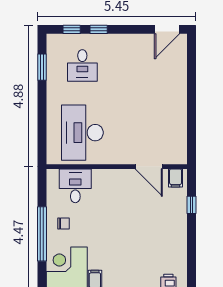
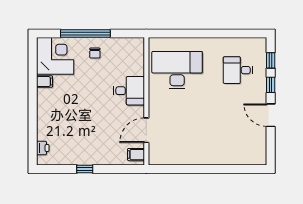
door: (167, 29) -> (271, 115), moved
window: (42, 67) -> (236, 34), removed
desk: (75, 186) -> (129, 91), moved
window: (191, 205) -> (85, 169), moved

